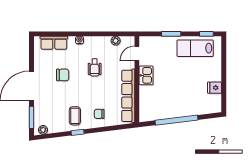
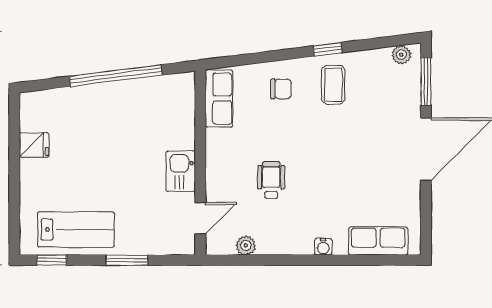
wheelchair: (95, 68) -> (271, 180), moved
chair: (63, 75) -> (359, 172), removed
row of seats: (128, 96) -> (219, 99), width x0.50

